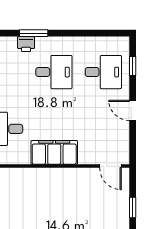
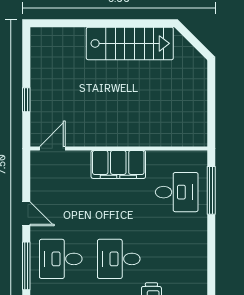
window: (133, 66) -> (26, 266), width x2.17
door: (110, 166) -> (52, 148), hinge flipped

